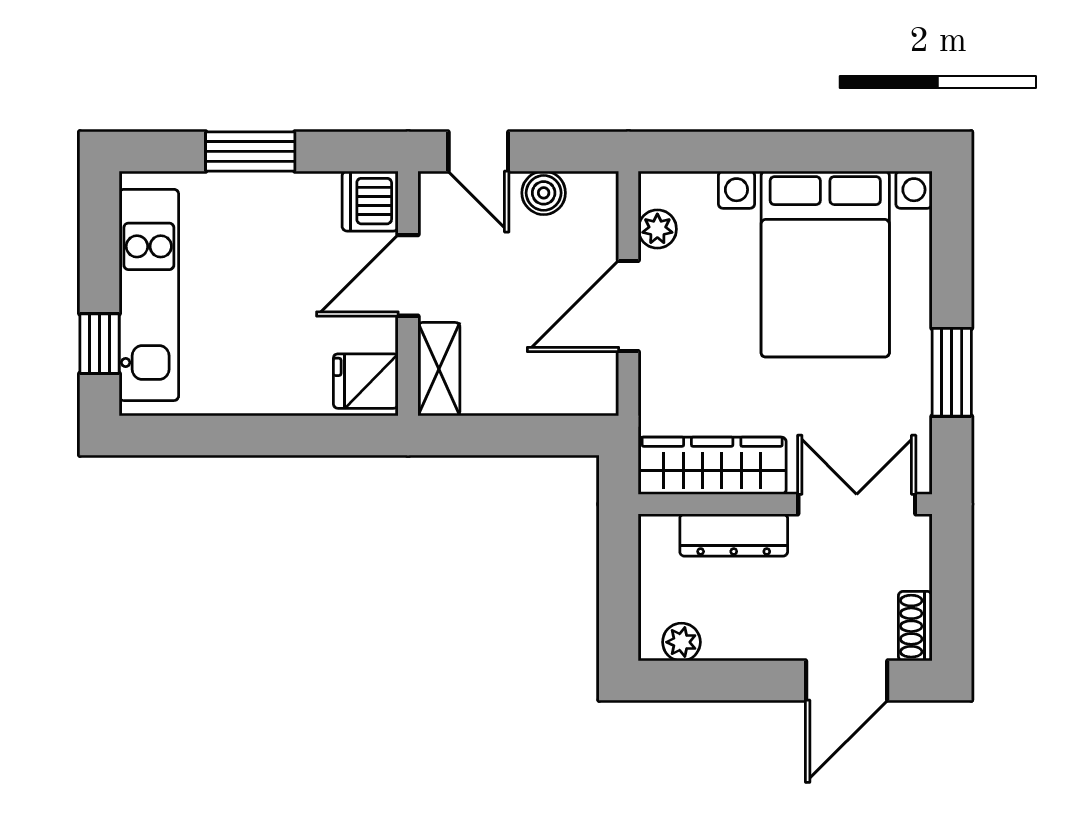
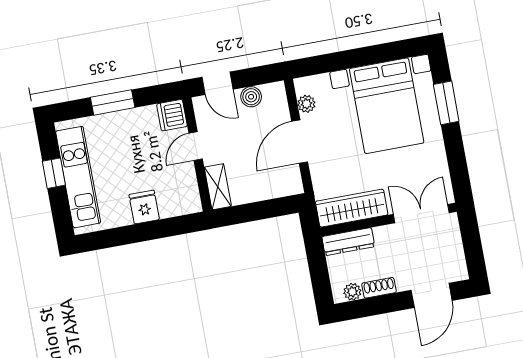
door: (408, 275) -> (196, 146), width x0.73
window: (99, 344) -> (54, 173), moved
window: (952, 372) -> (446, 103), moved
fridge: (366, 381) -> (144, 207), moved, turned 90
dresser: (734, 535) -> (348, 242), moved
shoe rack: (915, 626) -> (379, 288), moved, turned 90

